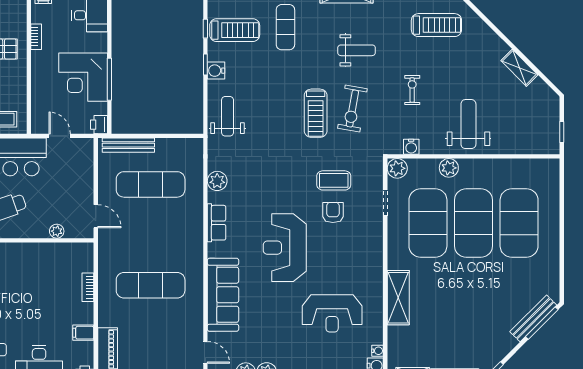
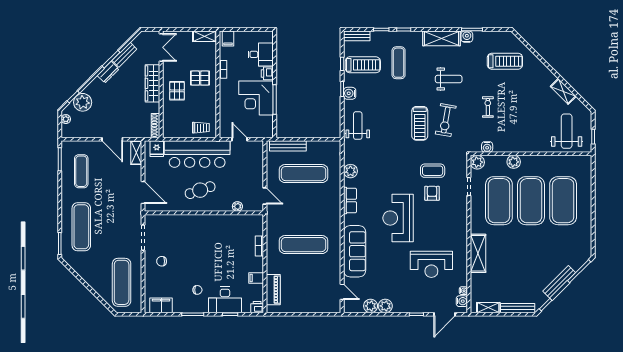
weight bench: (468, 124) -> (567, 131), moved
printer: (99, 125) -> (267, 73), moved
bench: (533, 318) -> (559, 282), moved

